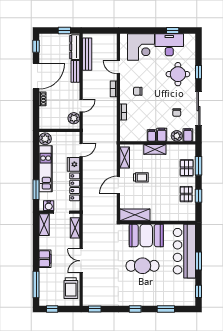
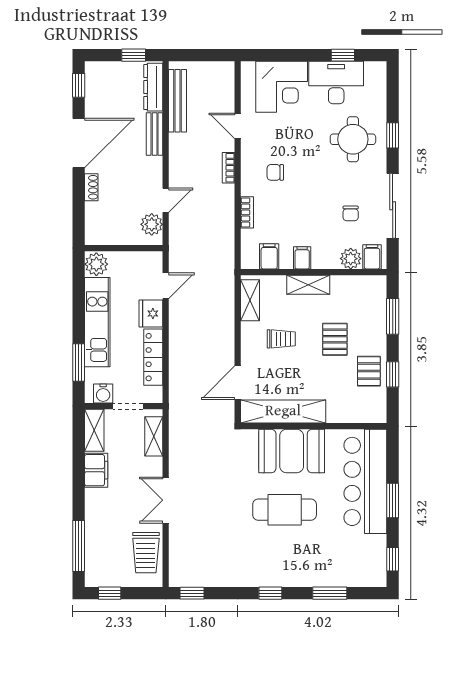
filing cabinet: (162, 135) -> (269, 256), moved
pallet: (187, 168) -> (335, 339), moved
door: (118, 185) -> (238, 383), moved
shelving: (135, 215) -> (283, 411), width x1.47
filing cabinet: (45, 259) -> (96, 470), moved

